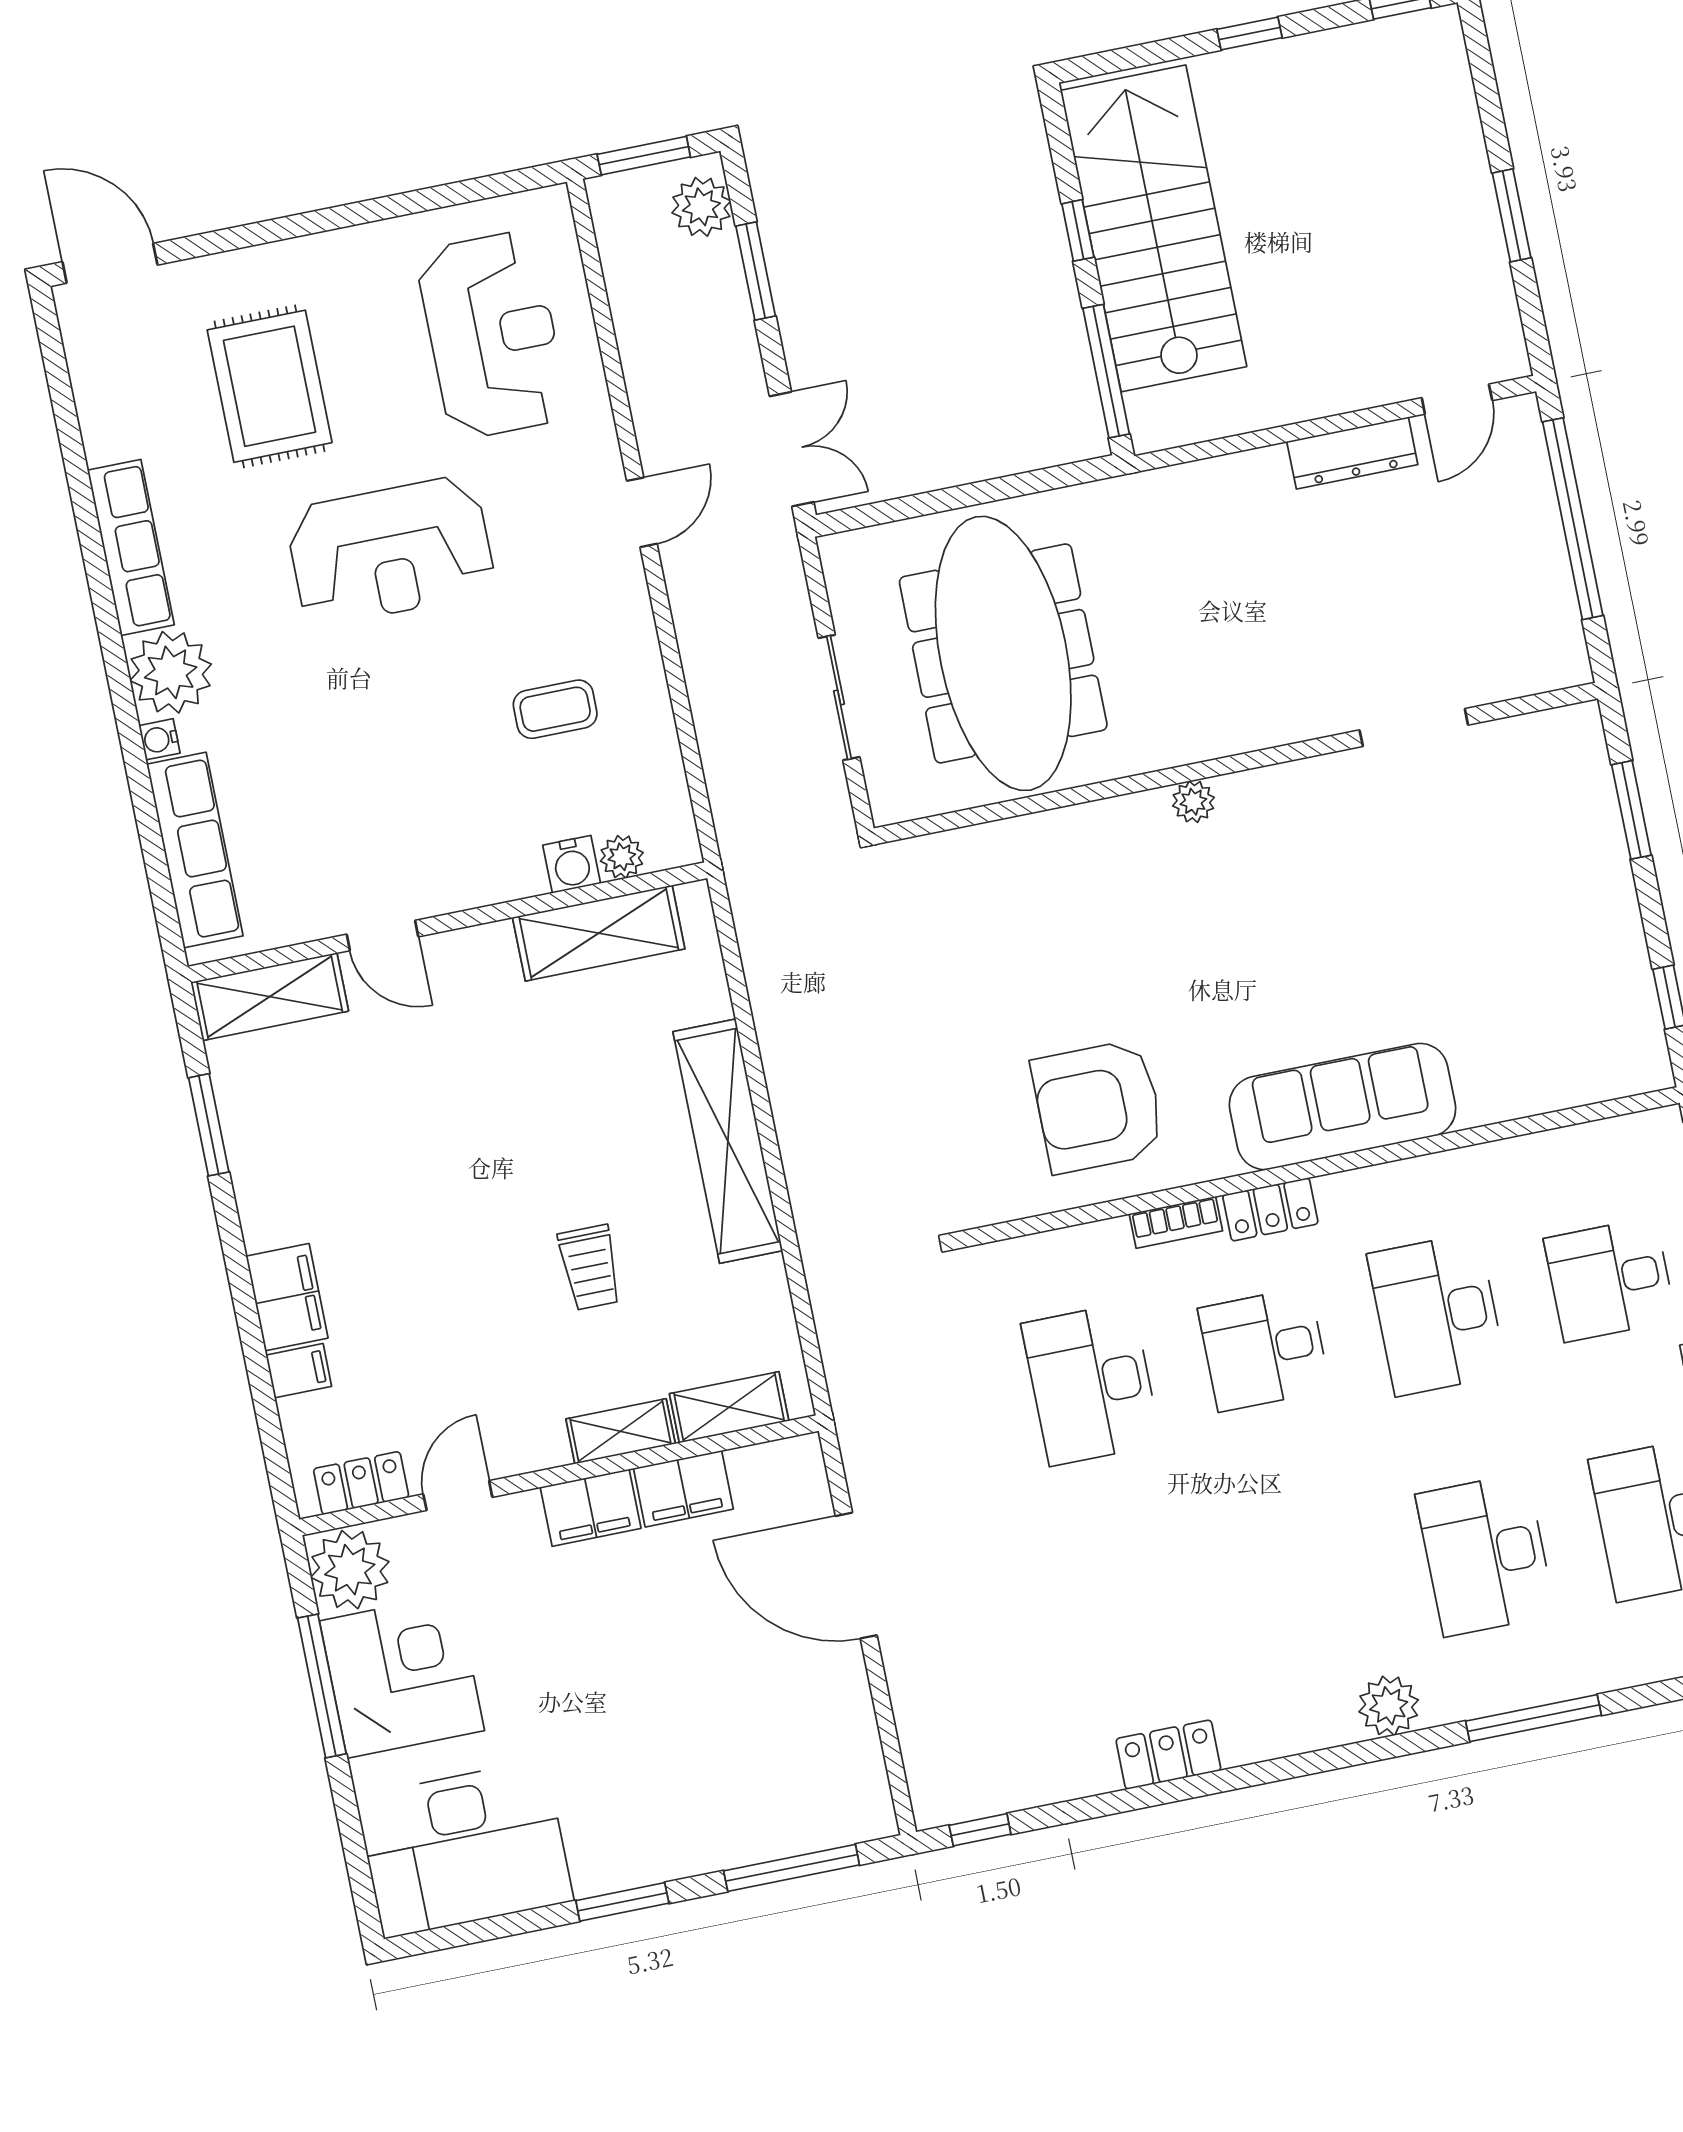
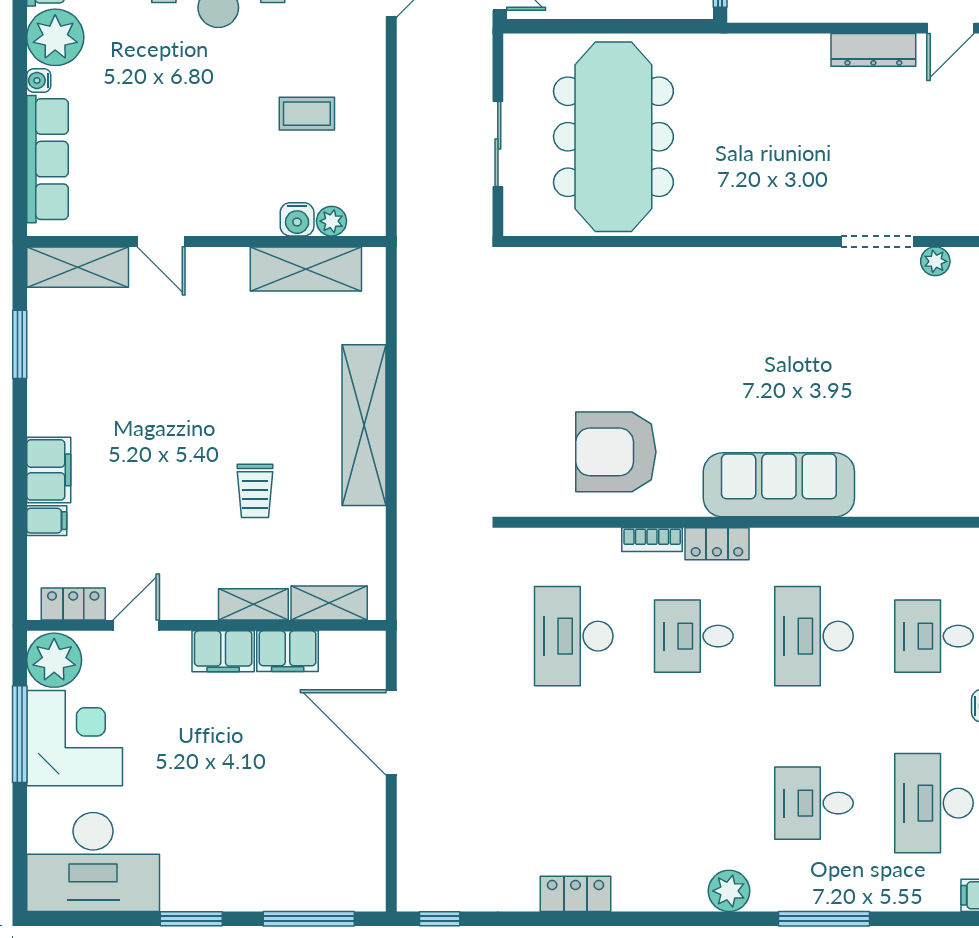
plant: (1193, 802) -> (935, 261), moved
desk: (1485, 1555) -> (814, 803), width x0.73

